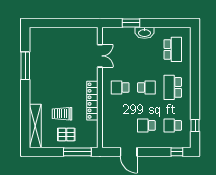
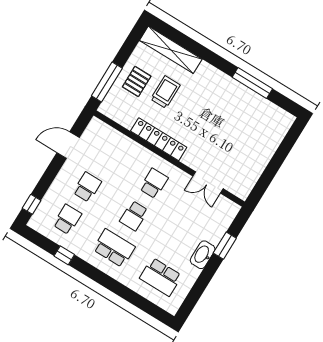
window: (195, 126) -> (64, 255), moved

